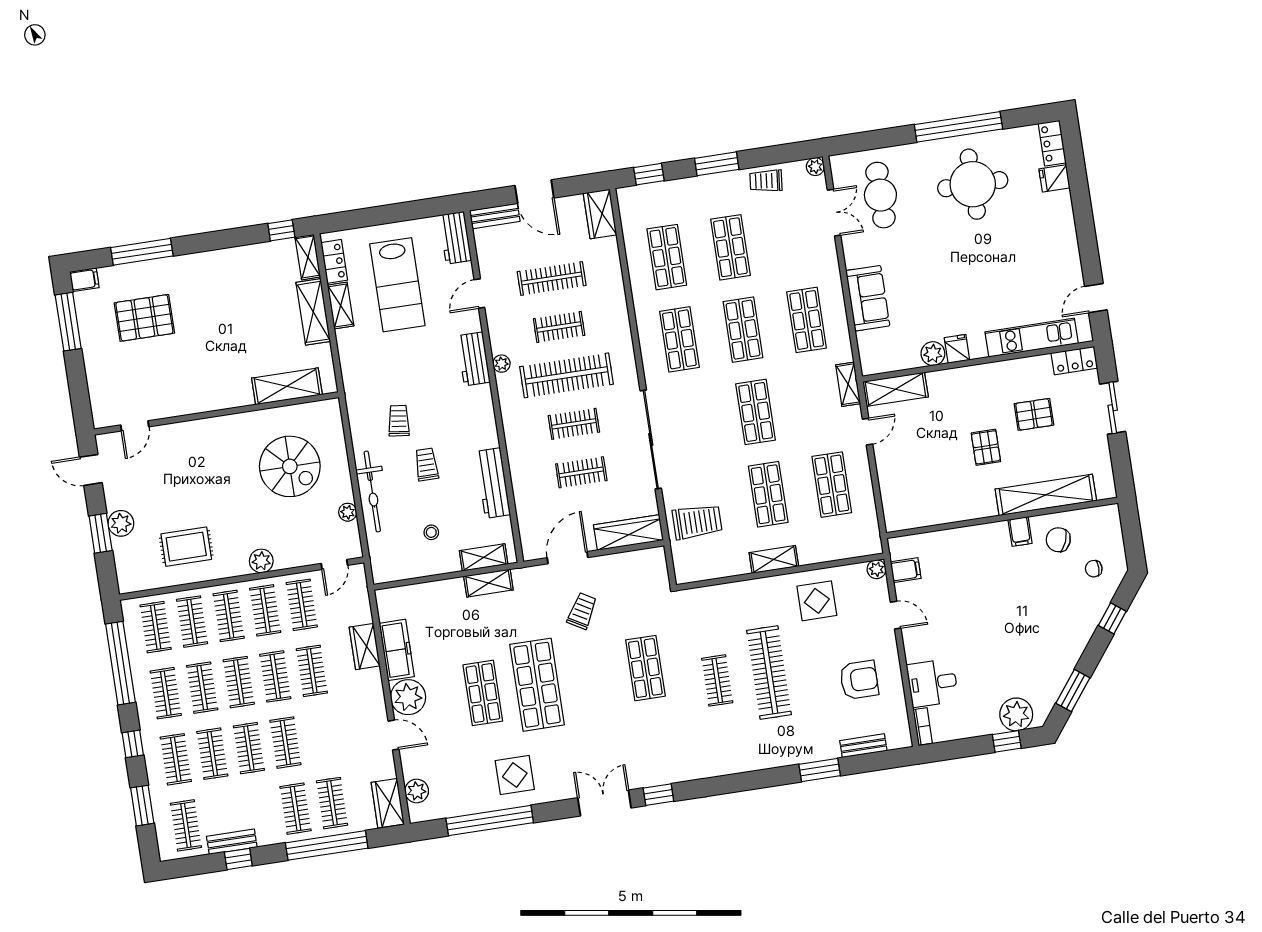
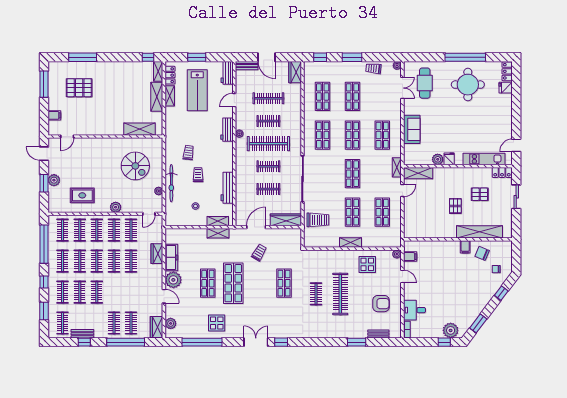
window: (385, 214) -> (197, 57), added
filing cabinet: (84, 280) -> (54, 115), moved
clothes rail: (285, 743) -> (114, 292), removed

